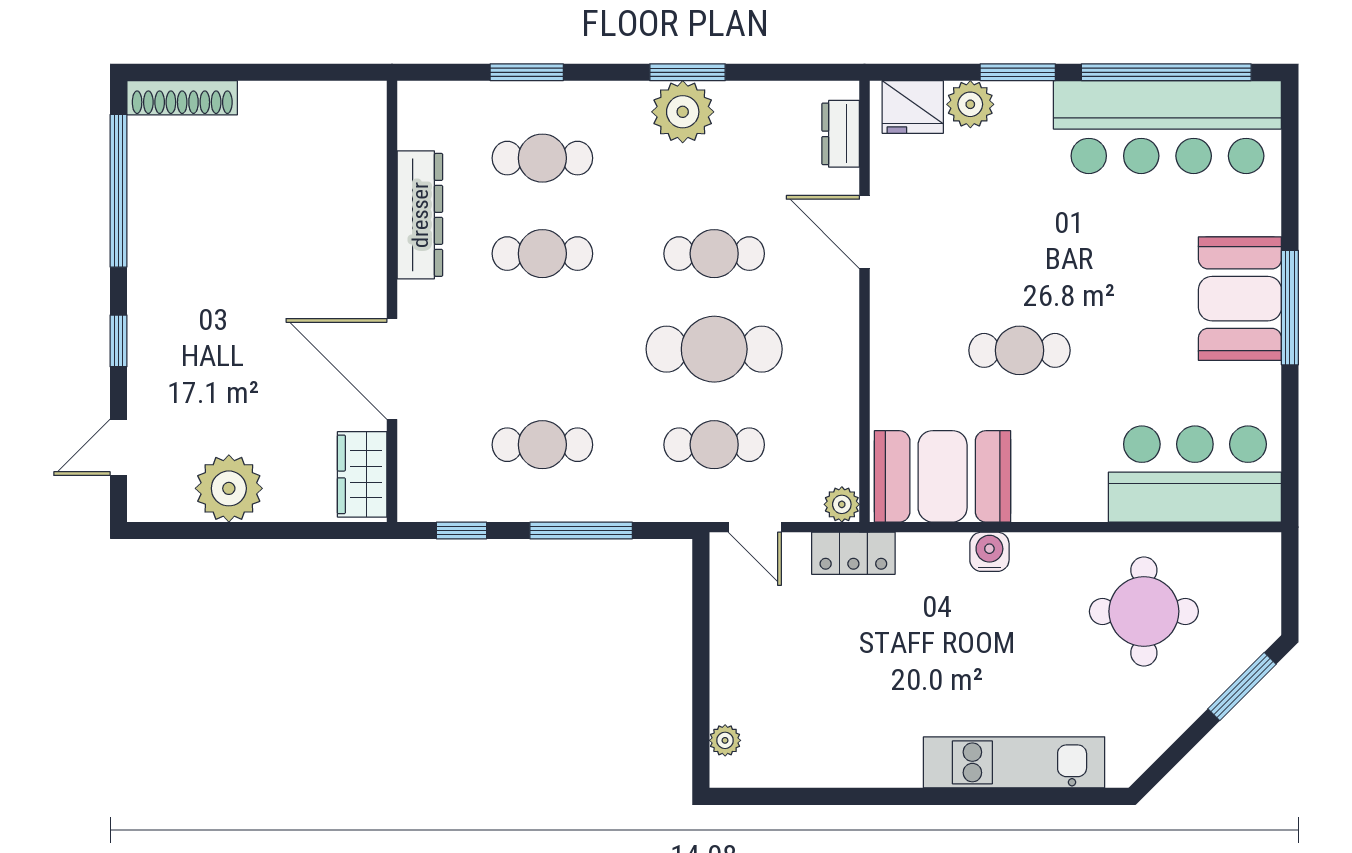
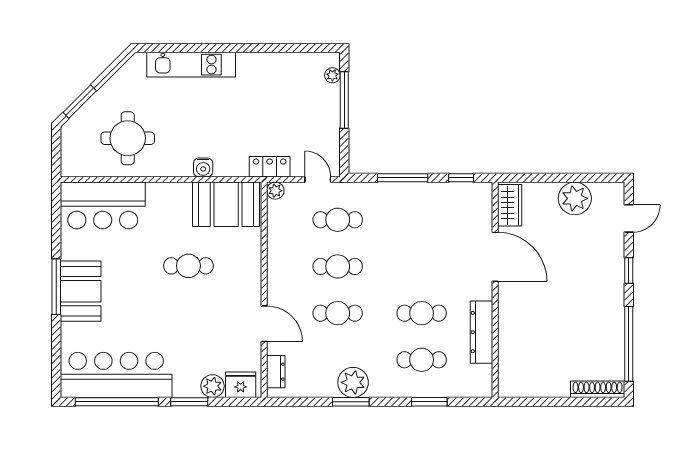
cafe table: (714, 349) -> (338, 266), width x0.73, depth x0.74
cafe table: (542, 445) -> (422, 220), removed
window: (701, 690) -> (344, 100), added

